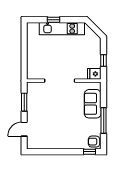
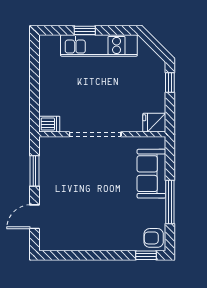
window: (104, 61) -> (170, 82), moved
dishwasher: (33, 75) -> (49, 124), added

